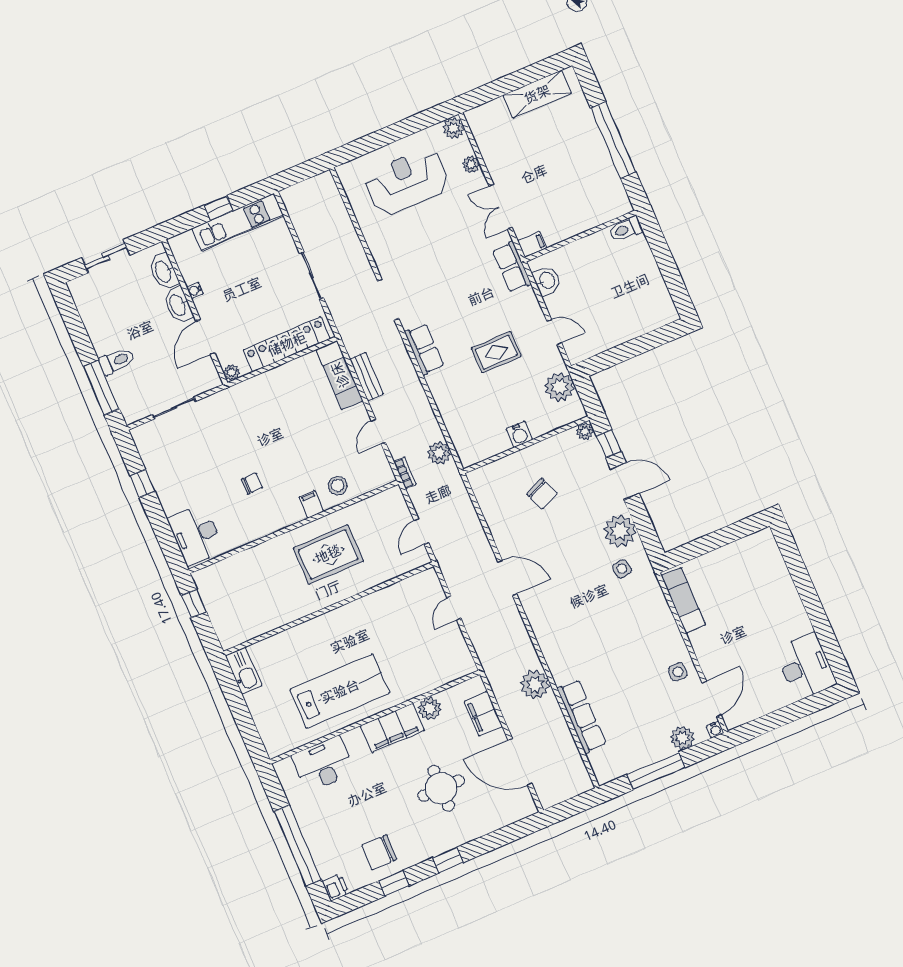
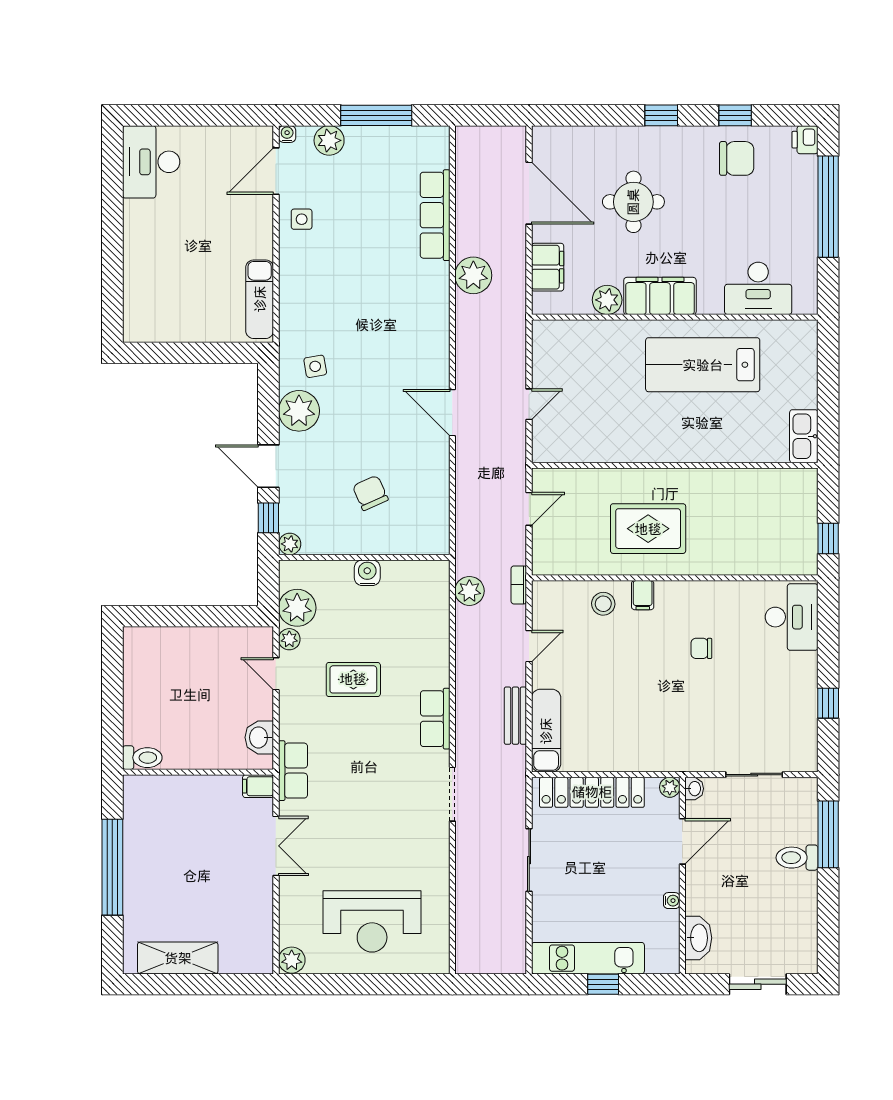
plant: (471, 164) -> (289, 639), moved
washbasin: (178, 305) -> (694, 789), moved, width x0.52, depth x0.69

